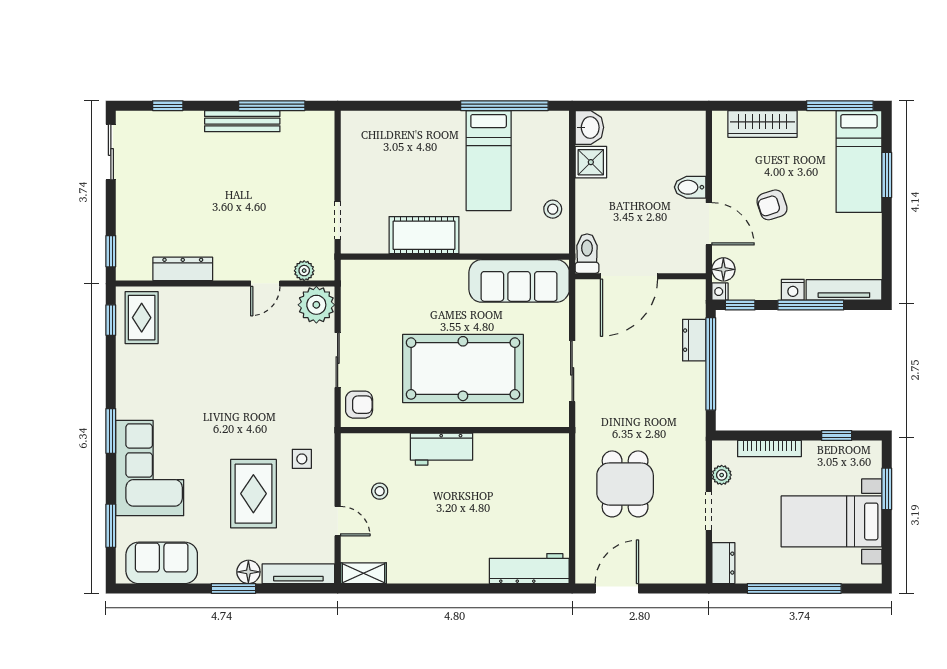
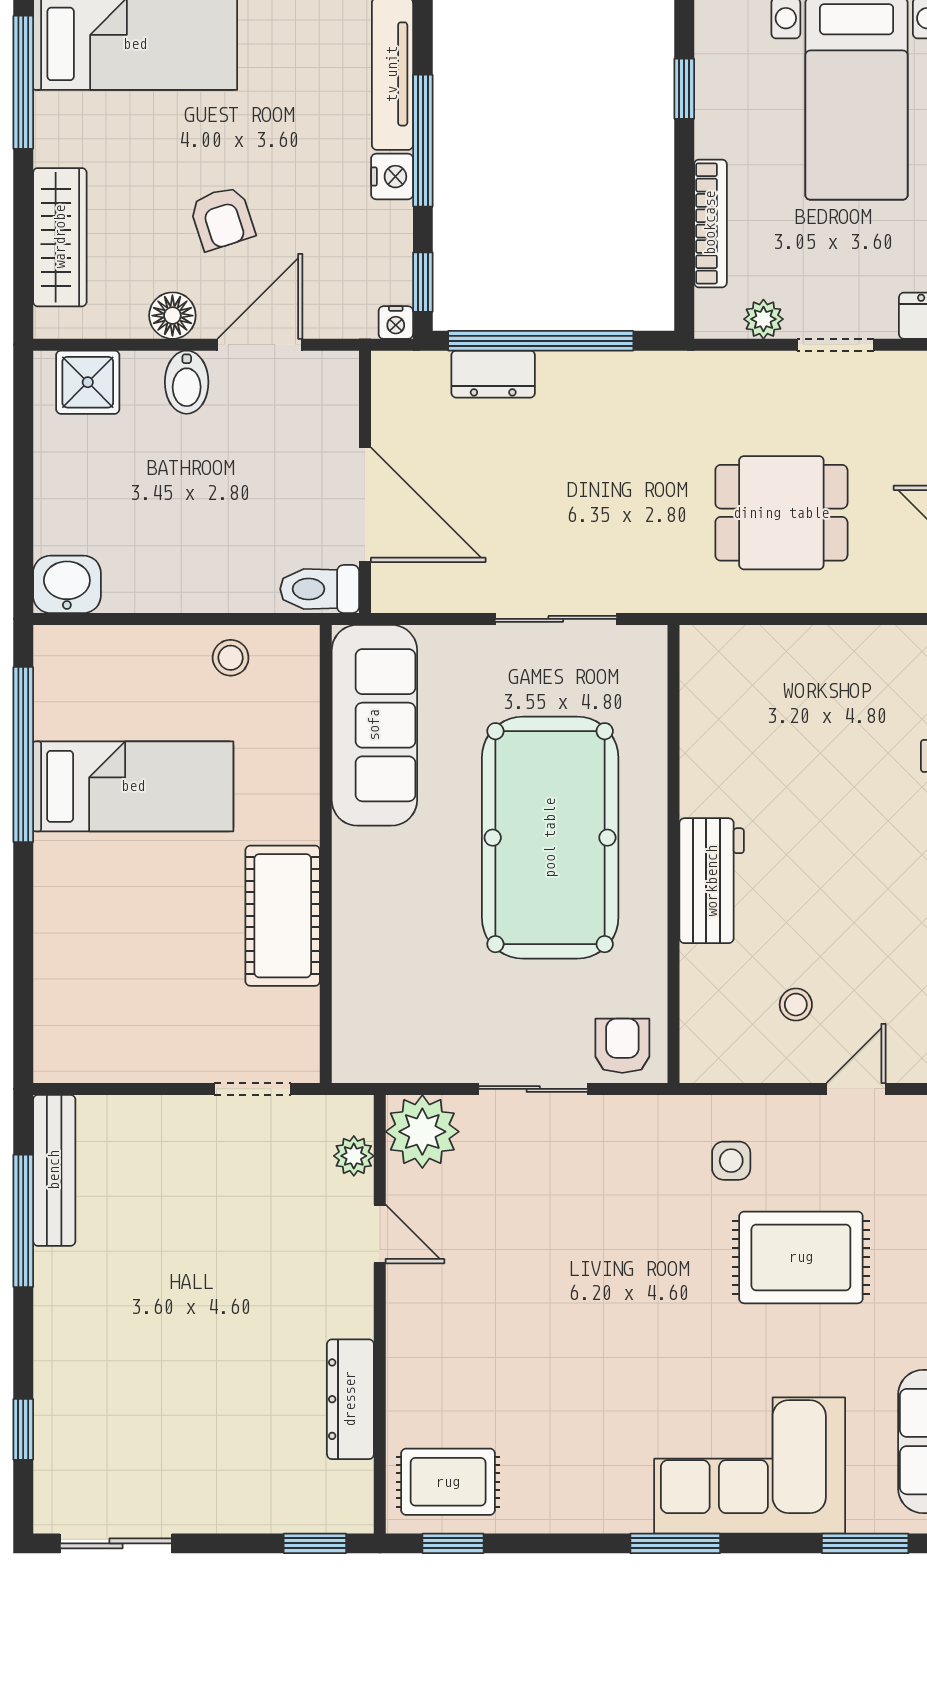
bench: (242, 121) -> (54, 1170), moved
shower: (591, 162) -> (88, 382), moved
floor lamp: (723, 269) -> (172, 316), moved

